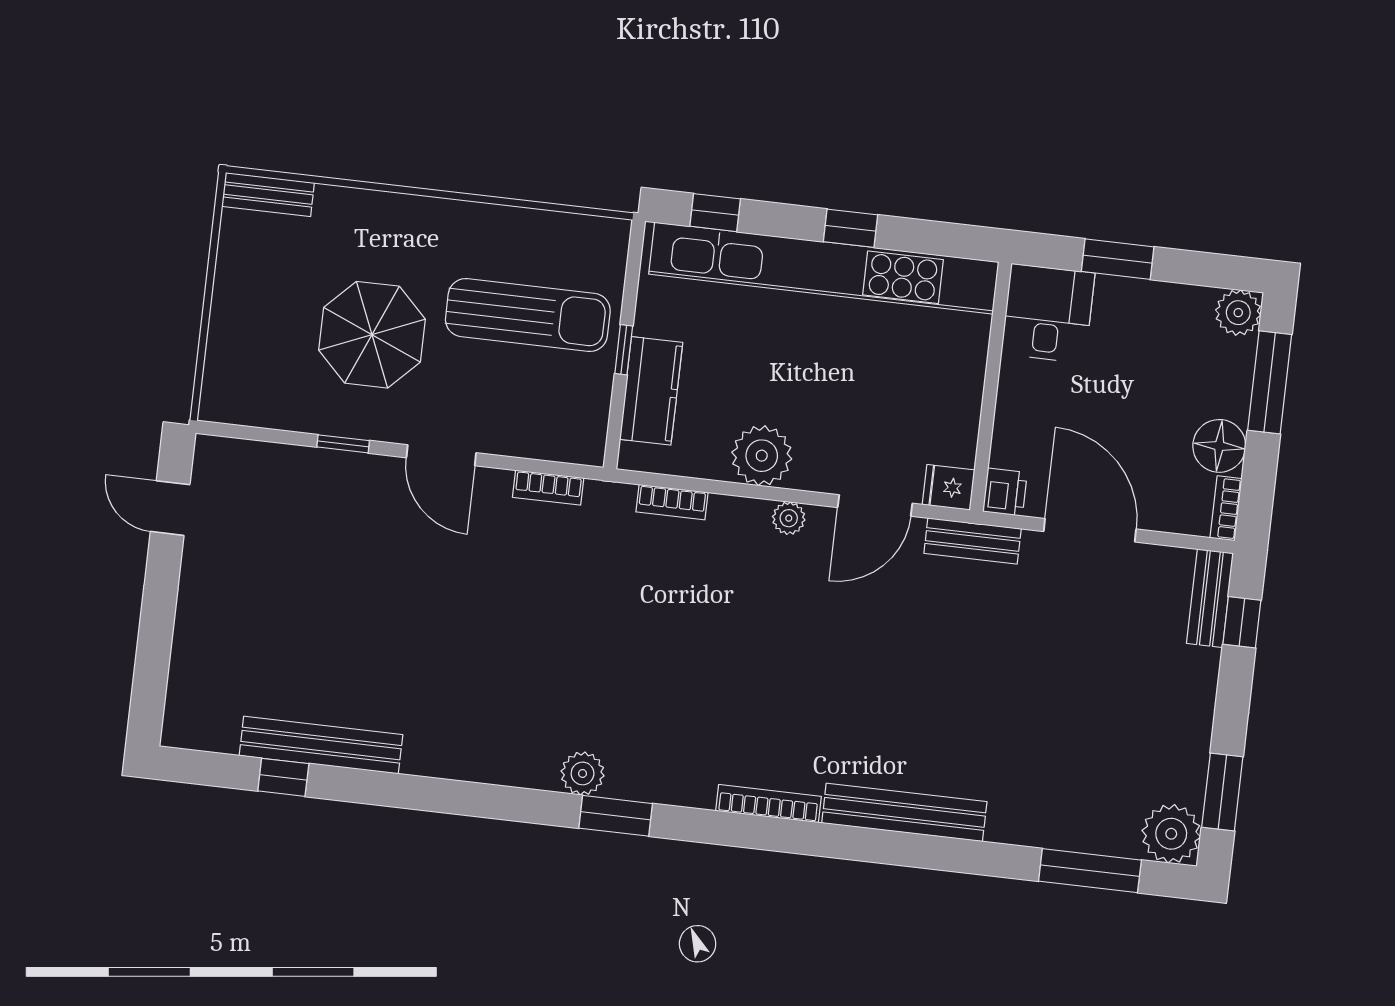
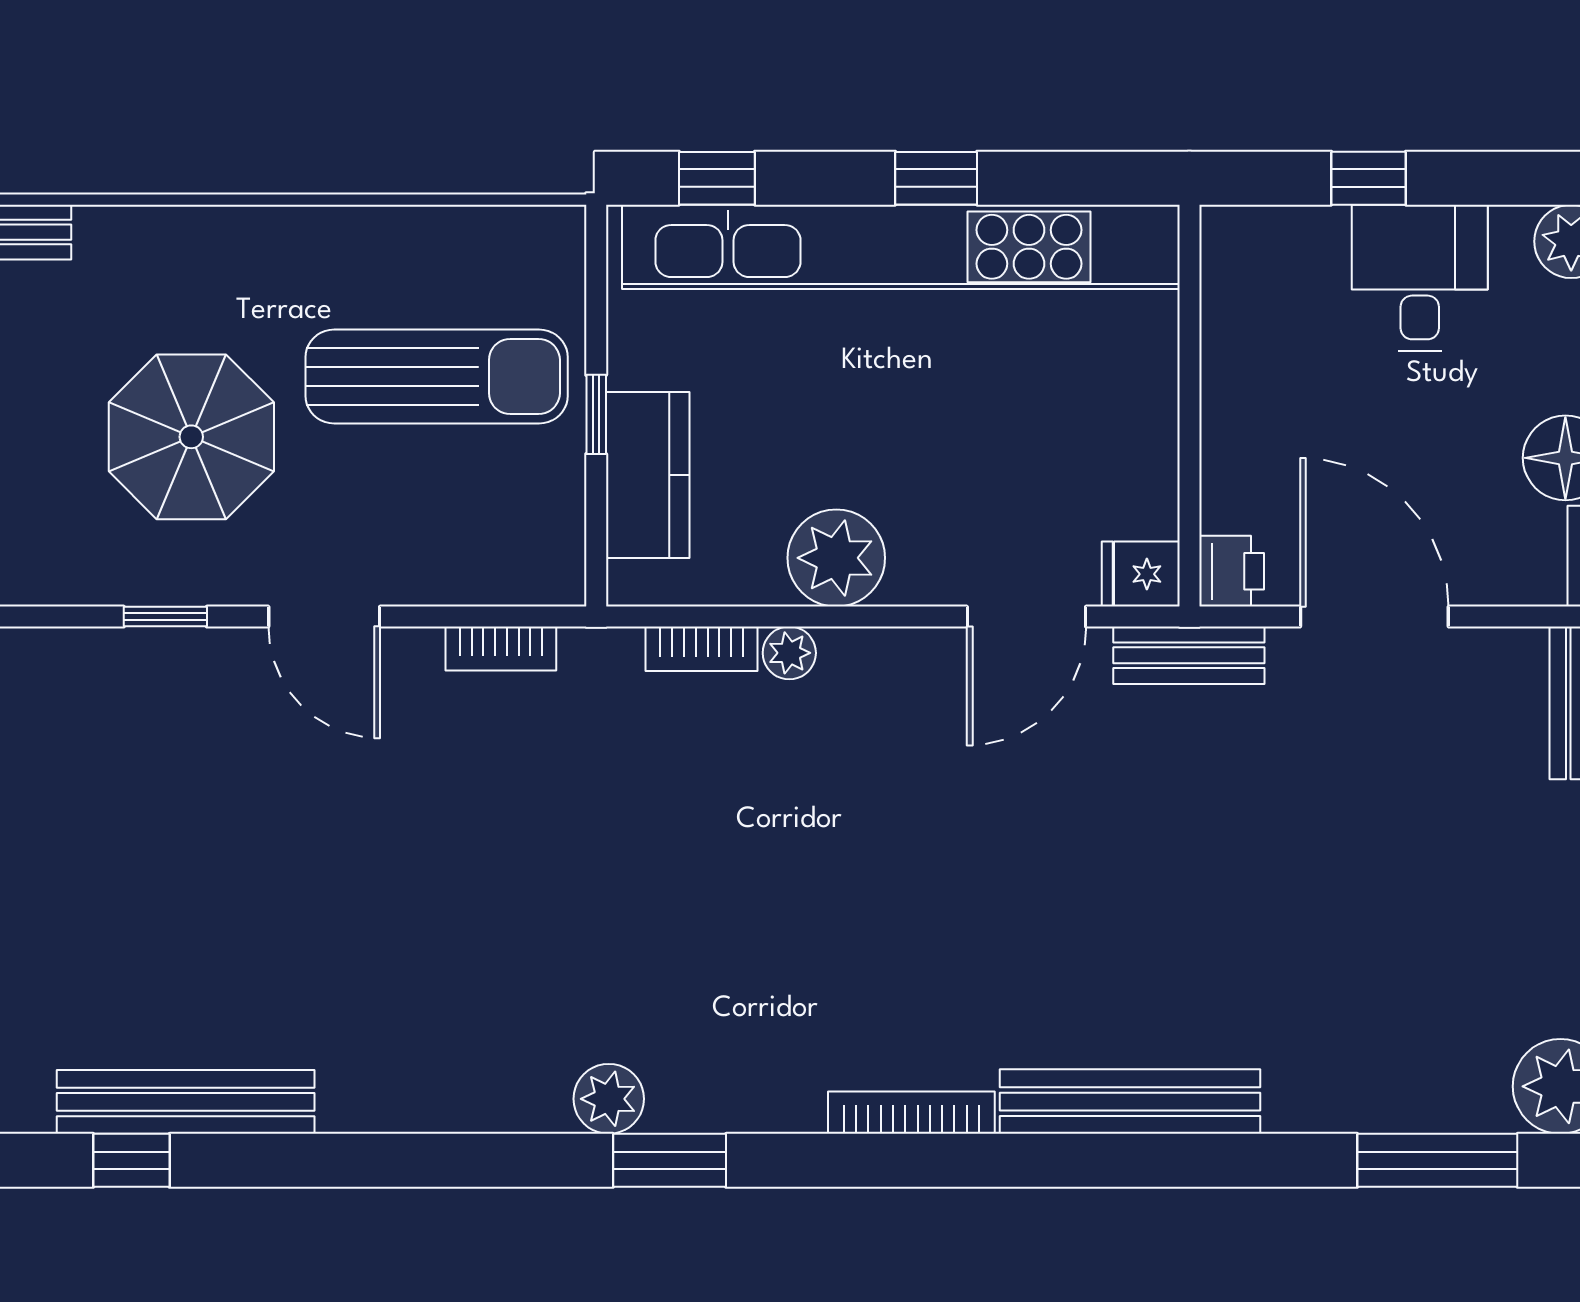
window: (1118, 259) -> (1368, 178), width x0.67
desk: (1048, 313) -> (1420, 278), moved
plant: (789, 518) -> (789, 653), moved

